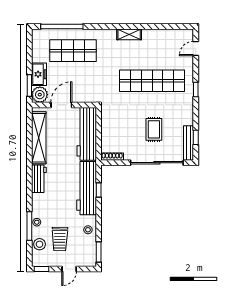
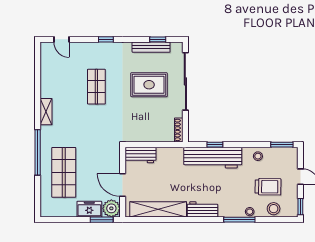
window: (62, 26) -> (38, 152), moved
shop shelf: (152, 81) -> (96, 87), width x0.50, depth x0.74
rug: (154, 129) -> (149, 85), width x1.36, depth x1.43
workbench: (87, 134) -> (141, 155), width x0.53, depth x0.76
bench: (189, 143) -> (151, 47), moved
window: (29, 226) -> (239, 220), moved

